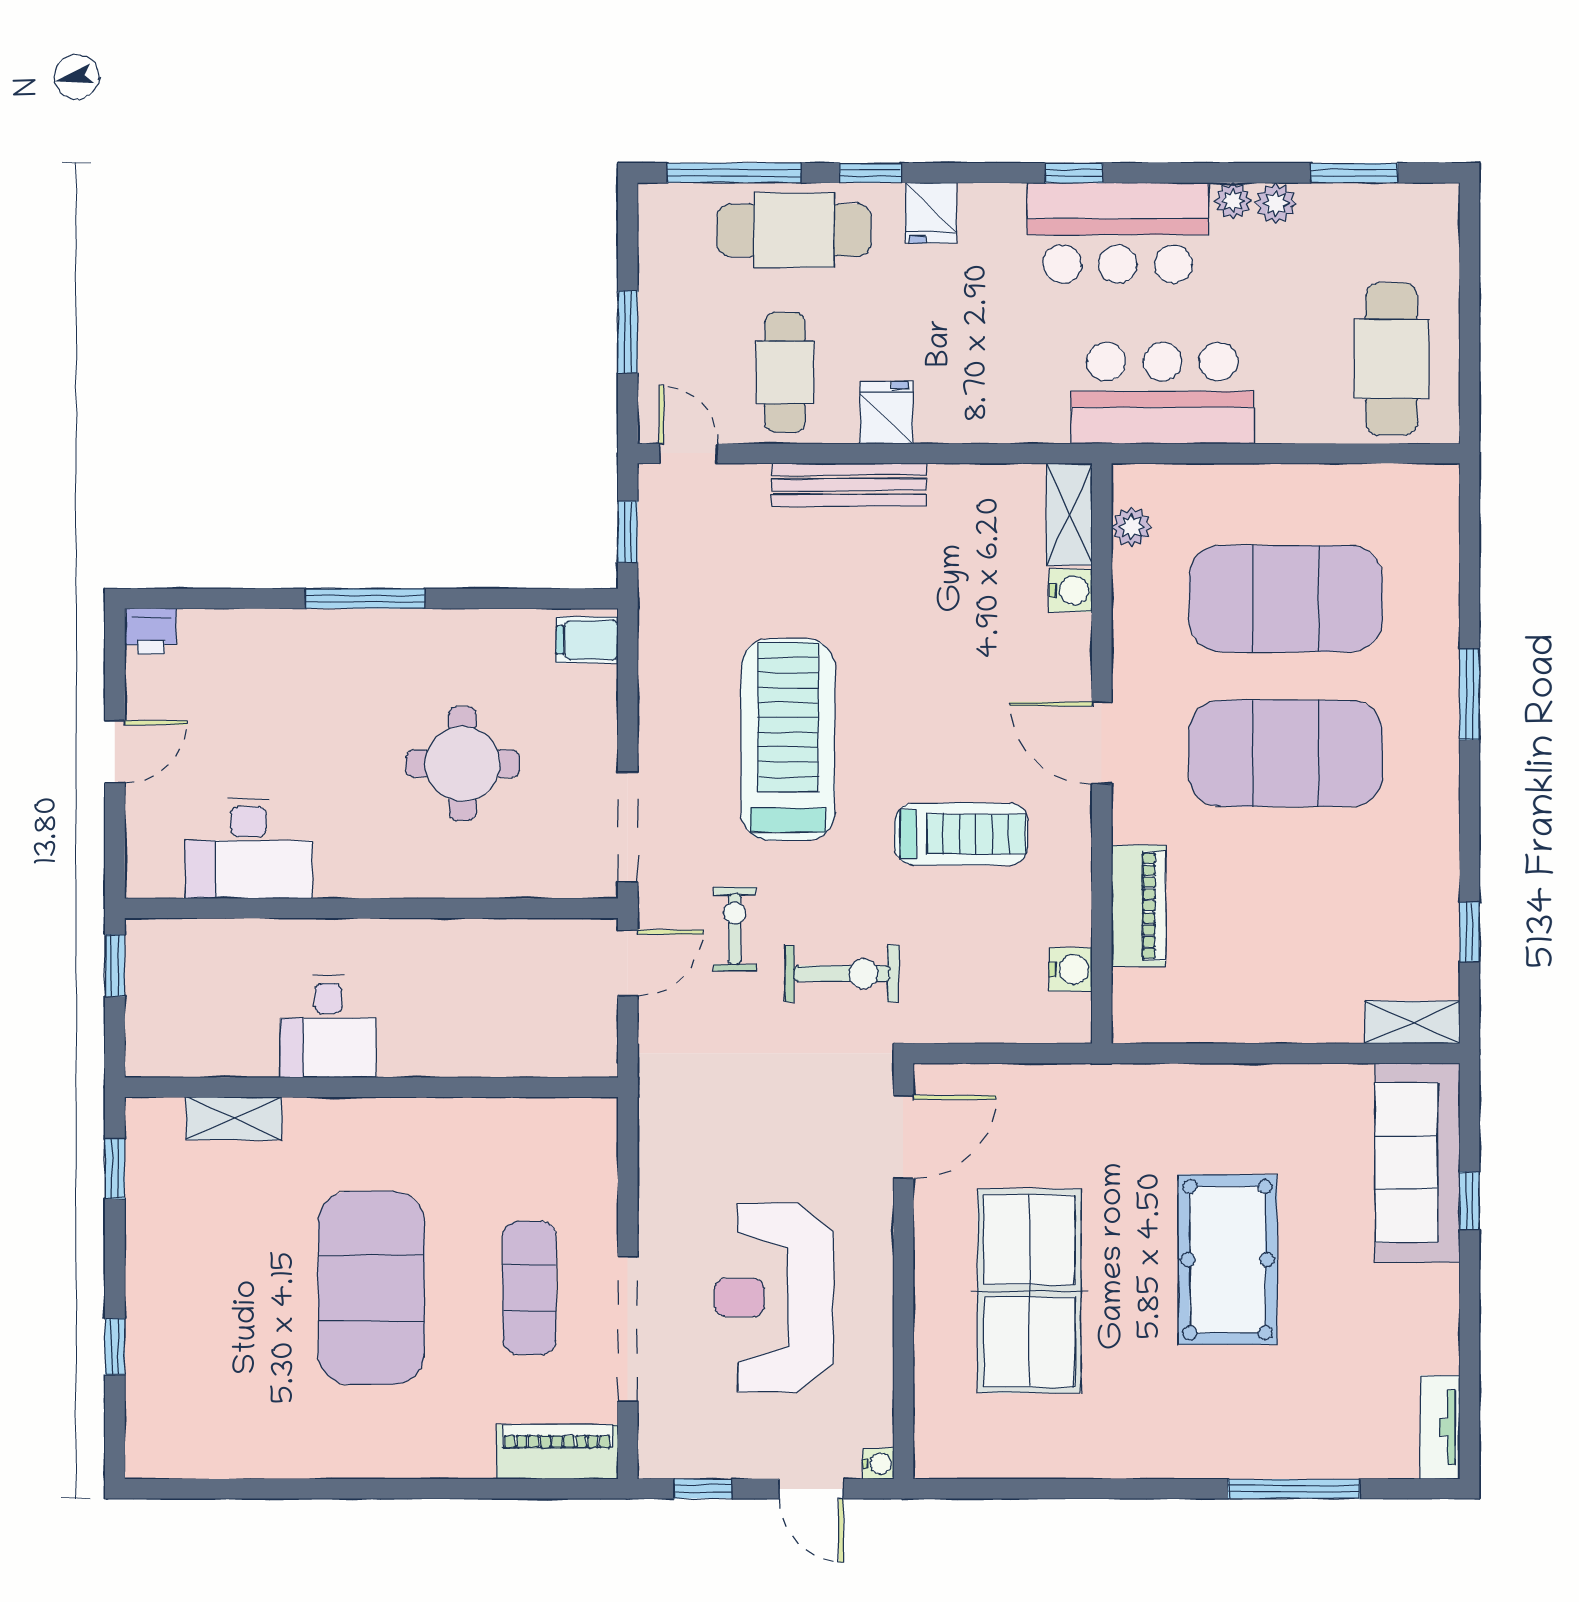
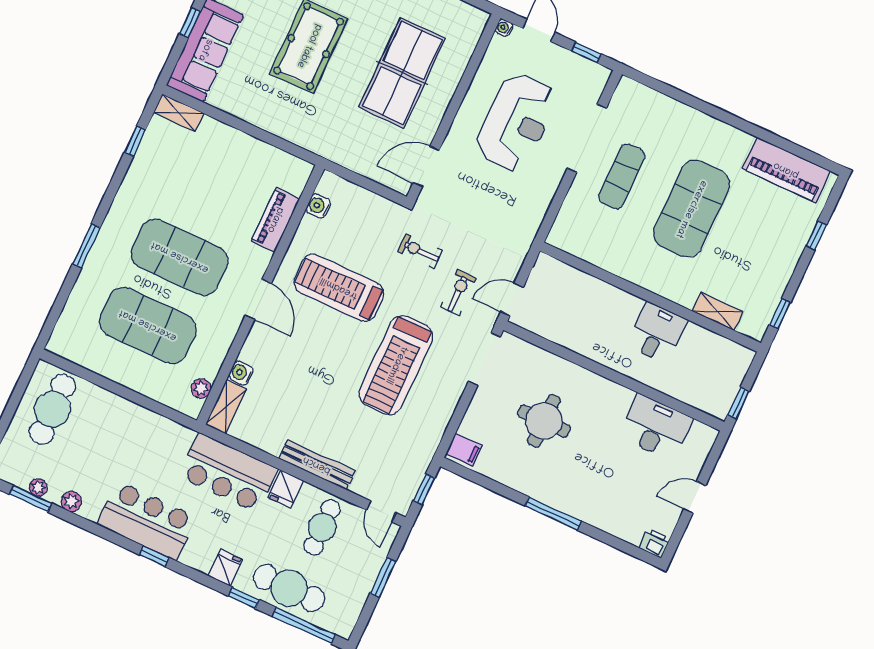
plant: (1233, 201) -> (38, 487), moved
bar counter: (1162, 393) -> (228, 473), moved
treadmill: (961, 834) -> (339, 288), width x1.37, depth x1.38
exercise bike: (735, 929) -> (458, 293), turned 180
exercise bike: (842, 974) -> (420, 251), width x0.73, depth x0.72
piano: (557, 1452) -> (786, 170), moved, width x1.37, depth x1.33

